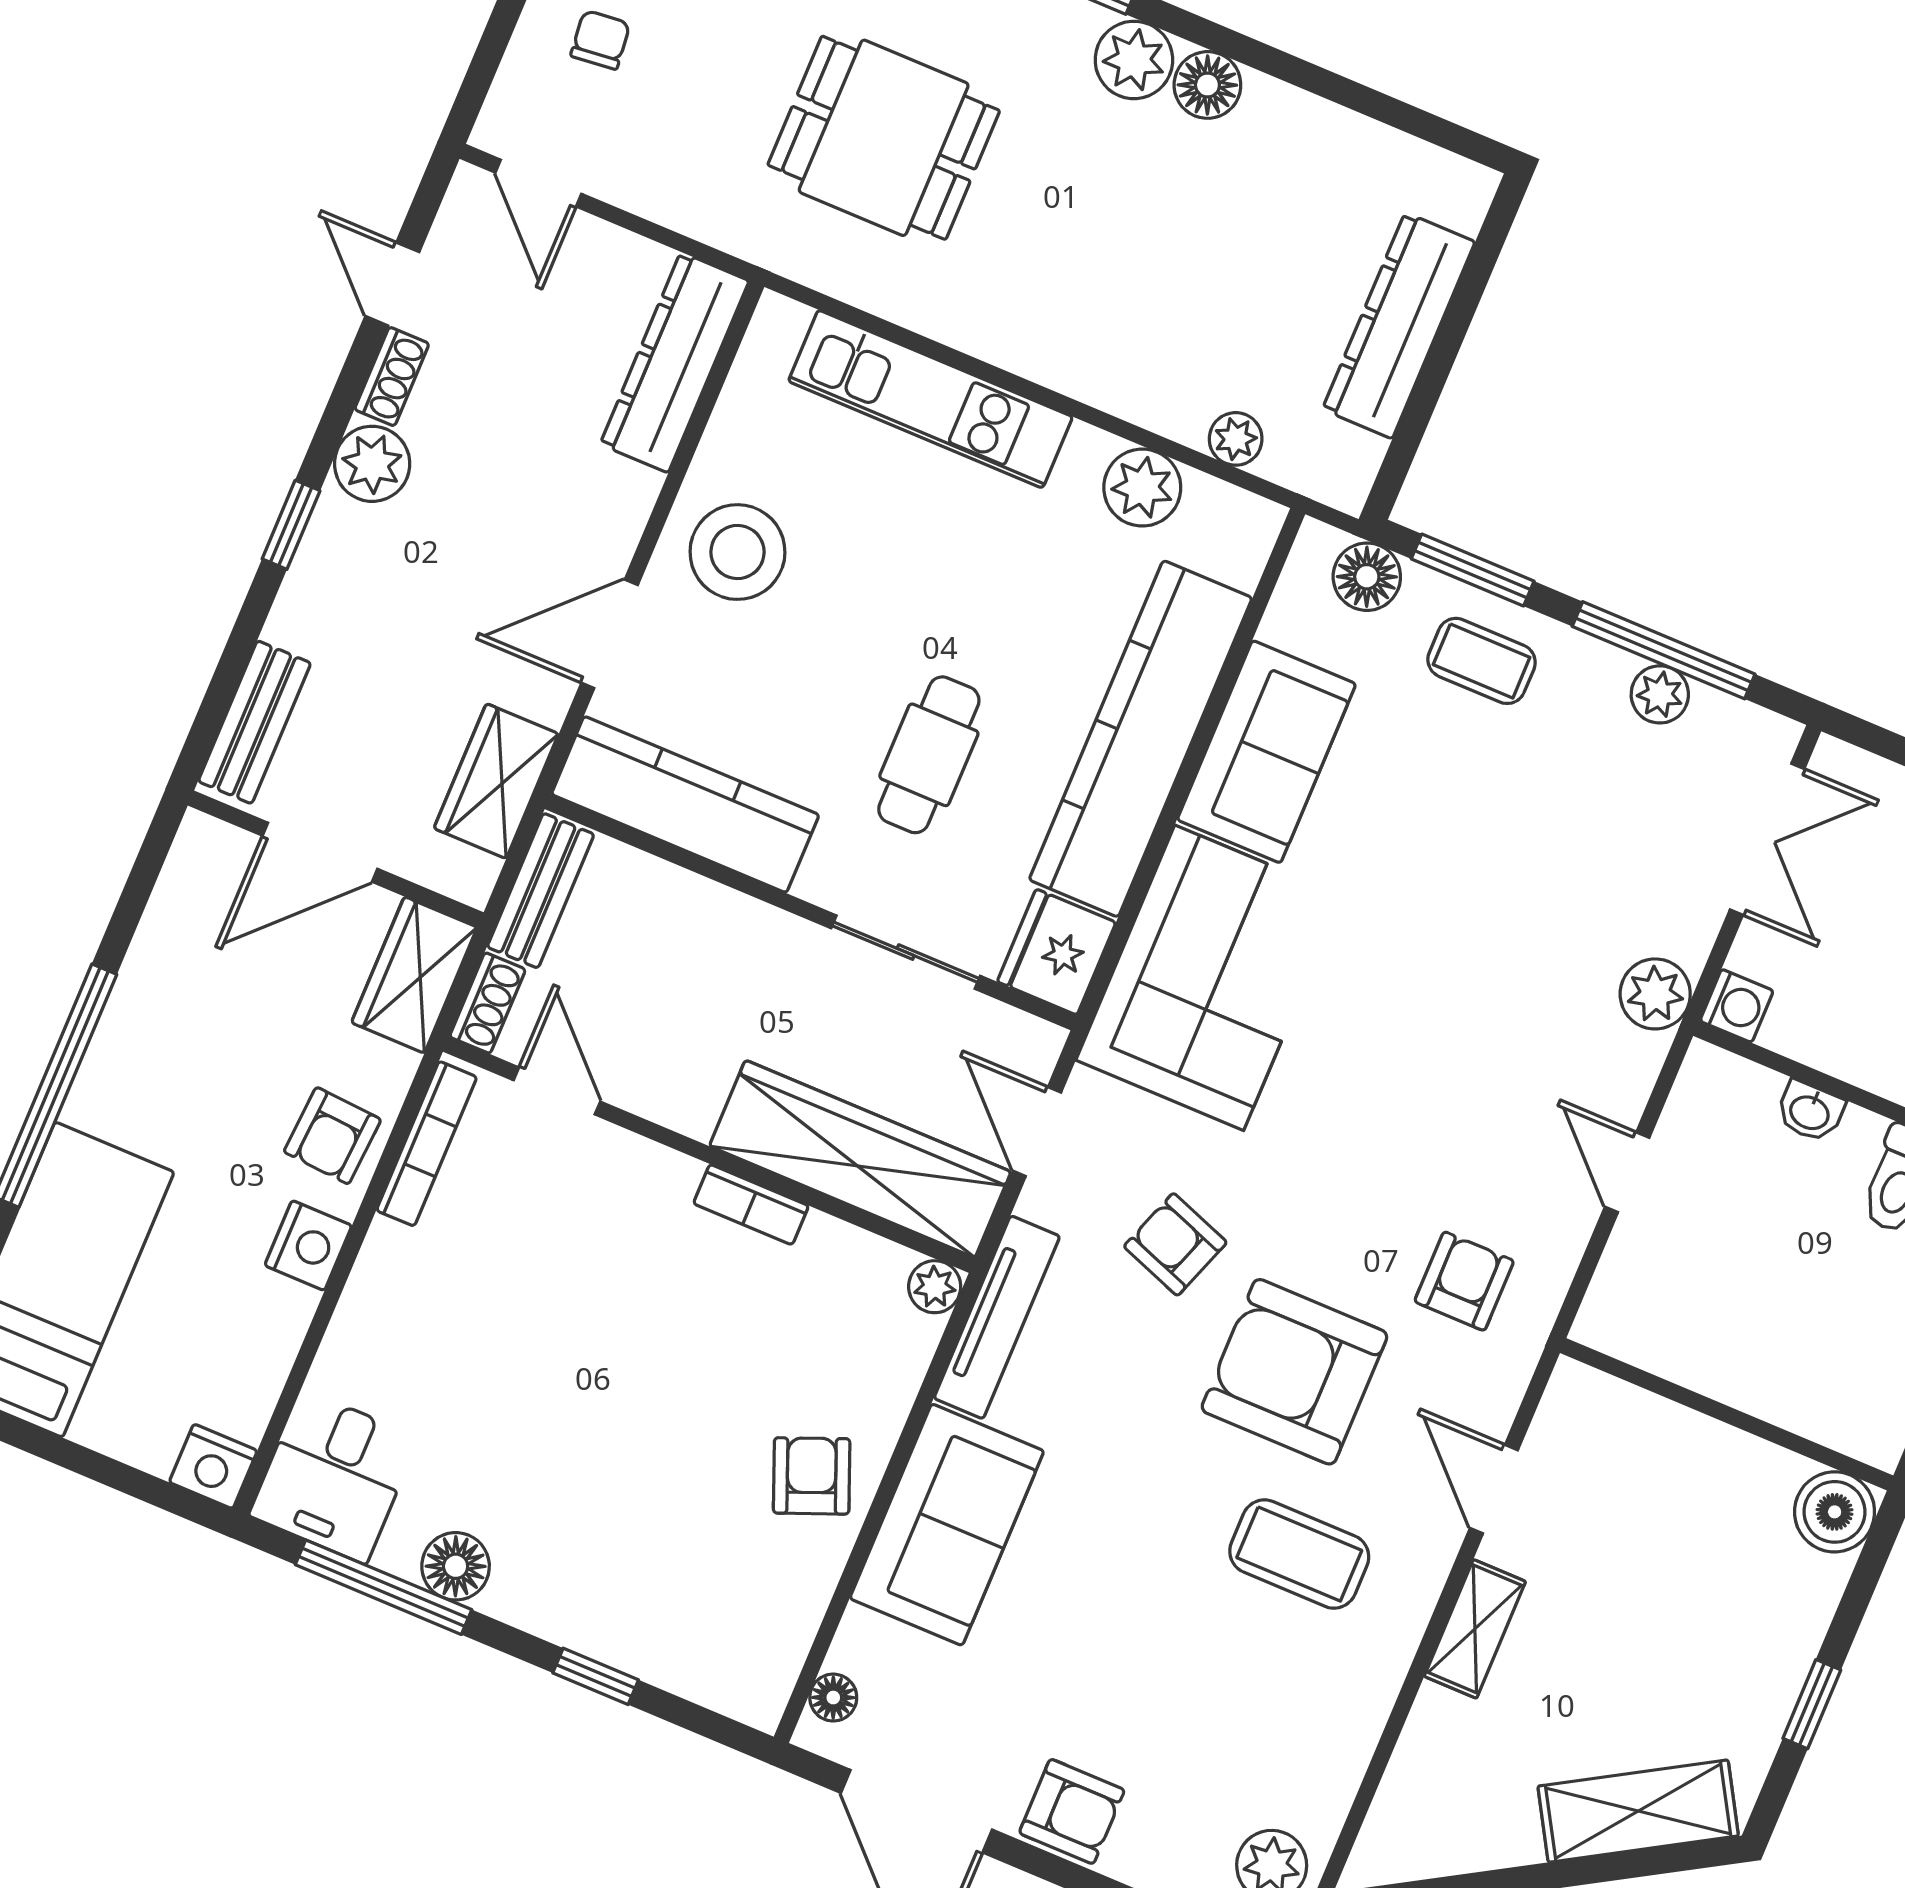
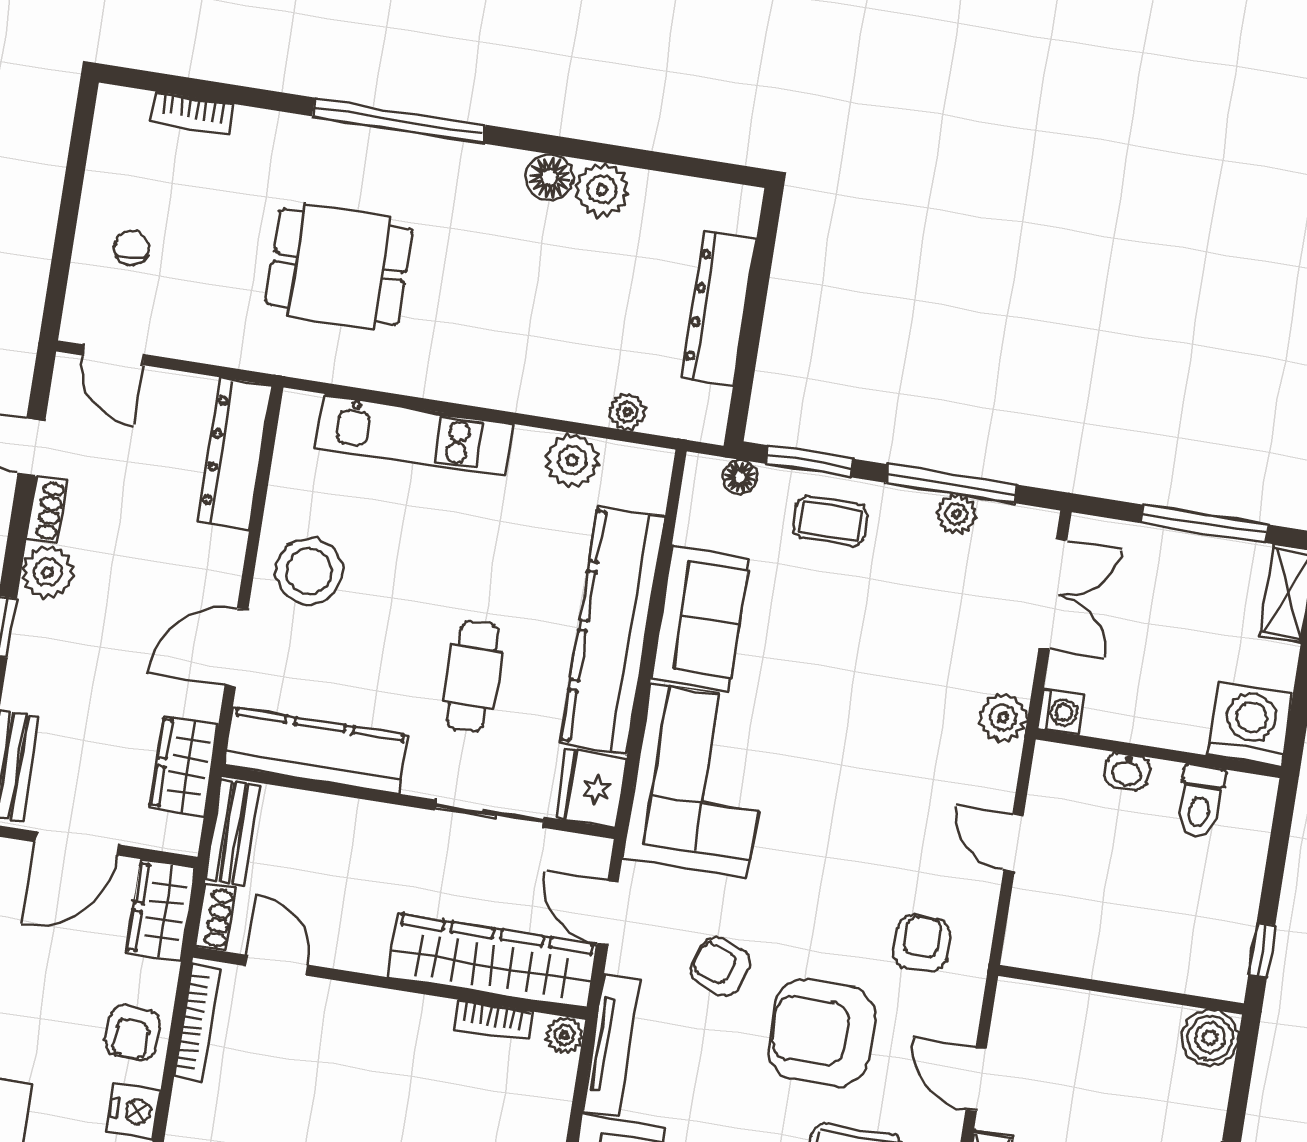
plant: (1134, 60) -> (602, 190), moved
floor lamp: (1367, 577) -> (740, 477), width x0.73, depth x0.73
bookcase: (751, 1205) -> (493, 1020), moved

